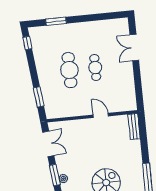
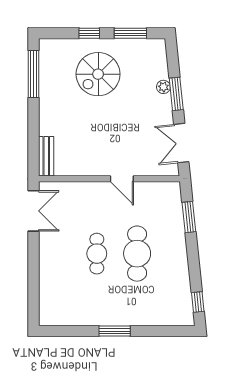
window: (56, 21) -> (115, 331), moved
double door: (134, 48) -> (33, 211), moved
door: (101, 115) -> (122, 179), moved

